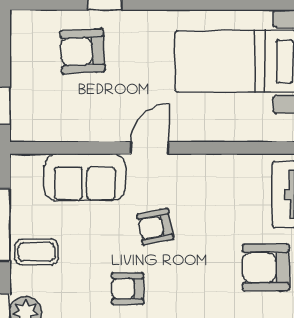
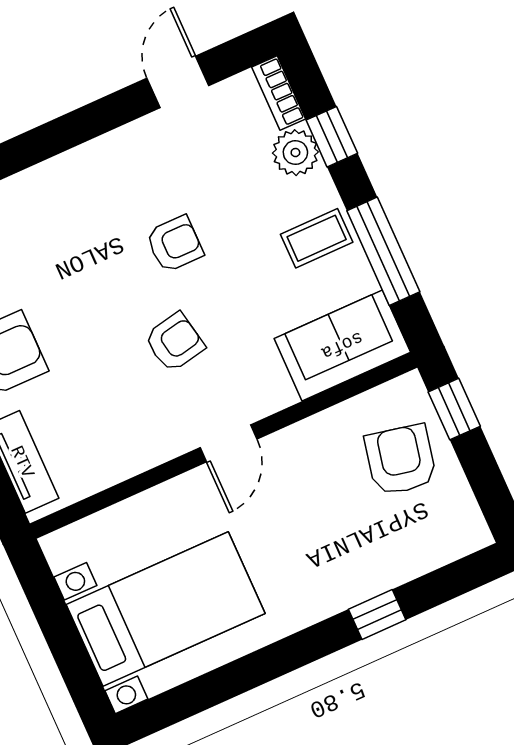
armchair: (83, 51) -> (401, 460), moved, turned -75
sofa: (85, 177) -> (342, 345), moved

